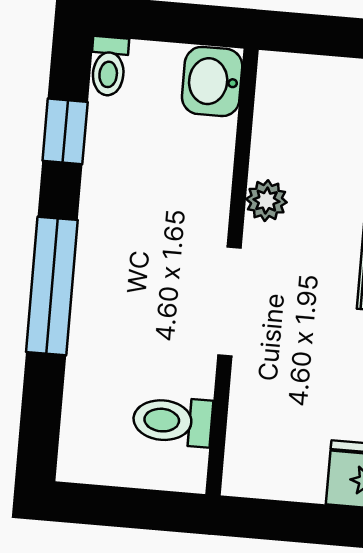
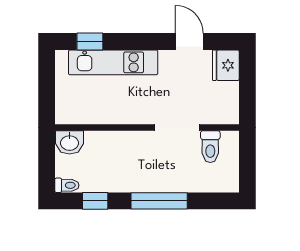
plant: (266, 201) -> (116, 116), removed
doorway: (230, 301) -> (177, 127), moved

